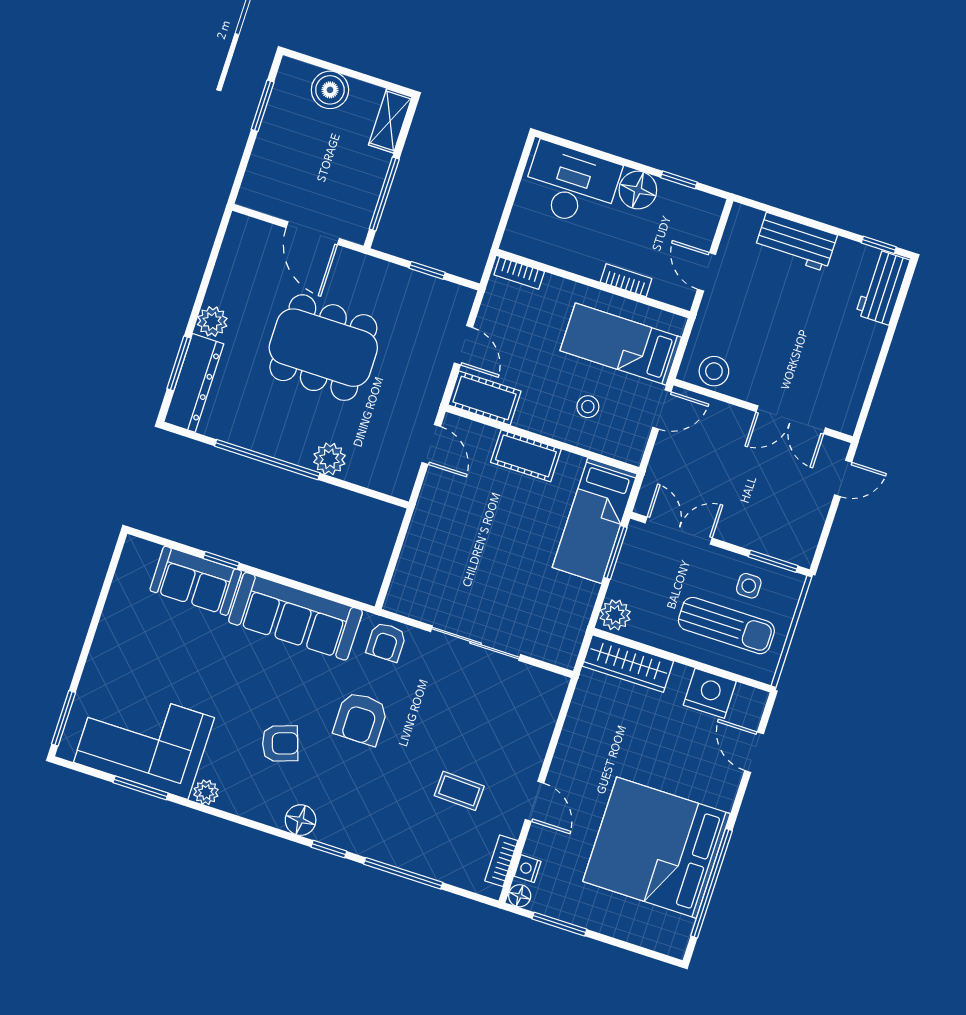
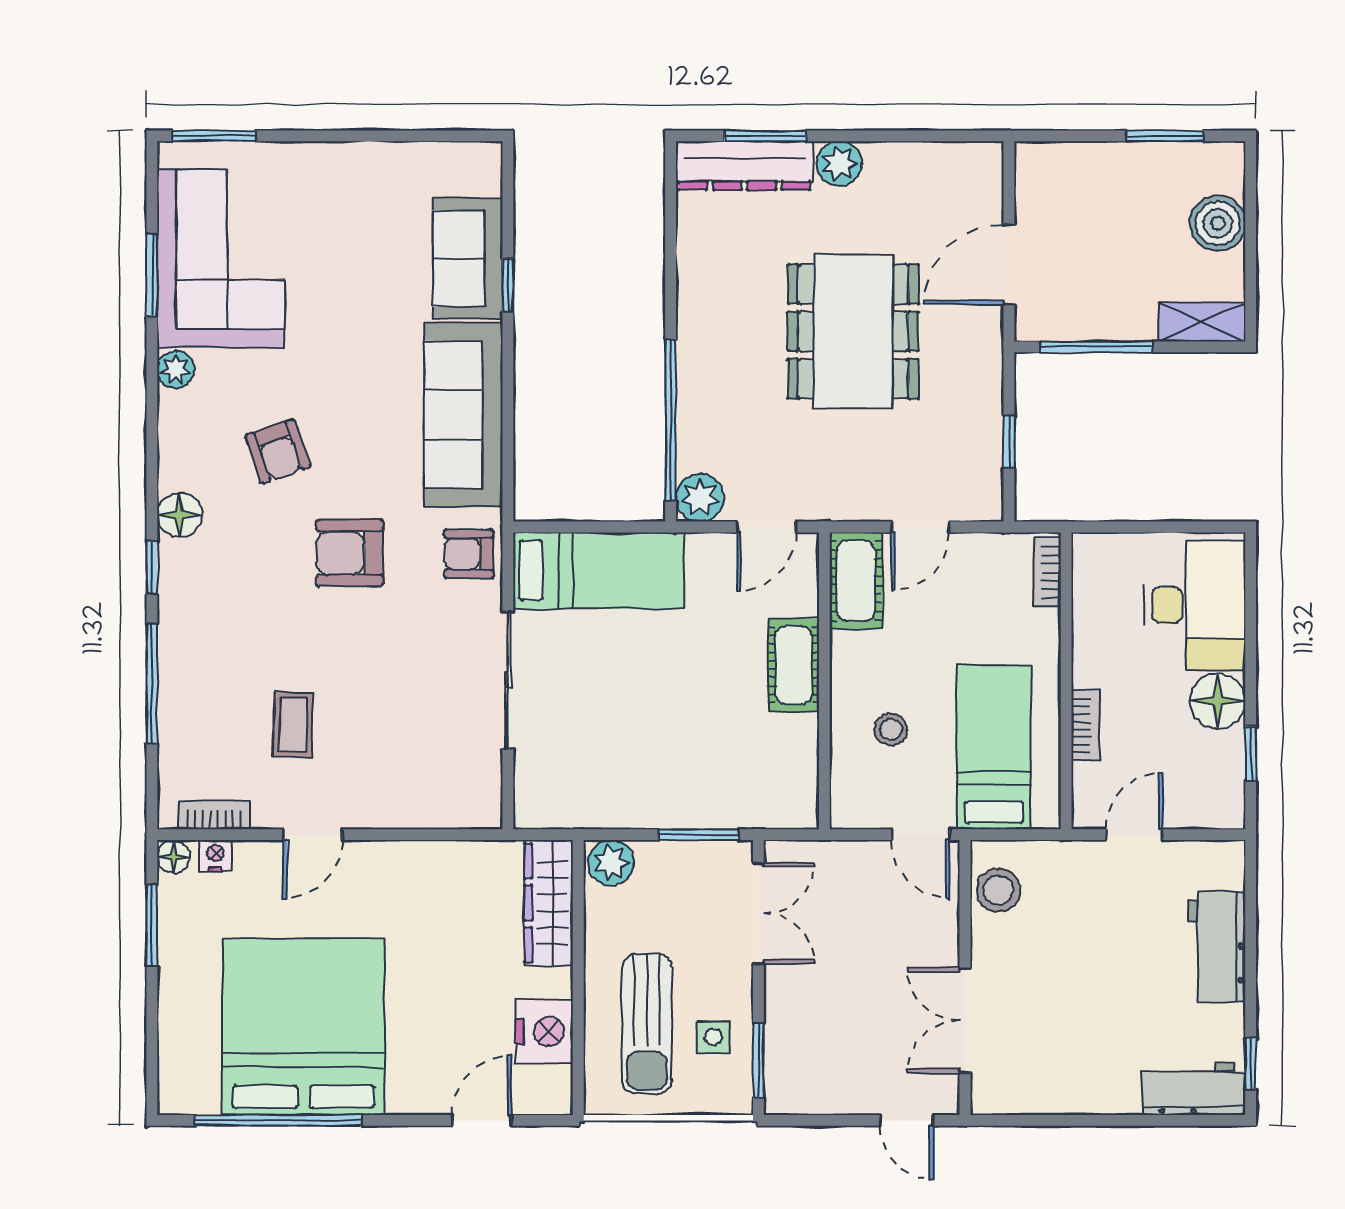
plant: (329, 459) -> (700, 498), moved
window: (267, 460) -> (671, 420), moved
bed: (595, 521) -> (598, 571), moved, turned 180

